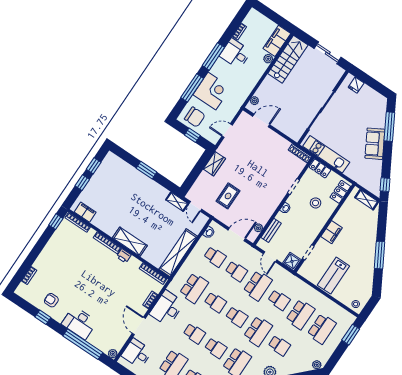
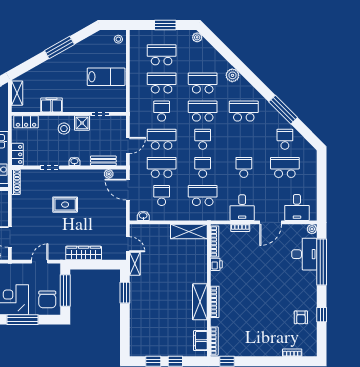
chair: (195, 117) -> (47, 299), turned 180
door: (227, 131) -> (40, 262), swing flipped
window: (192, 135) -> (65, 290), width x2.17
wardrobe: (214, 164) -> (84, 253), width x1.50
window: (146, 170) -> (125, 293), moved
rug: (228, 196) -> (65, 205), moved
stool: (316, 203) -> (64, 129), moved
door: (195, 206) -> (128, 244), hinge flipped
filing cabinet: (332, 232) -> (52, 105), moved
shelving: (130, 242) -> (200, 302), moved
shelving: (178, 253) -> (189, 231), width x0.68
printer: (124, 256) -> (216, 264), moved
shower: (292, 261) -> (82, 123), moved
school desk: (236, 271) -> (162, 167), width x1.85
desk: (167, 308) -> (242, 208), width x0.73
desk: (79, 323) -> (304, 254), moved
window: (351, 335) -> (165, 25), moved
school desk: (279, 346) -> (203, 83), width x1.85
school desk: (216, 348) -> (244, 139), removed

